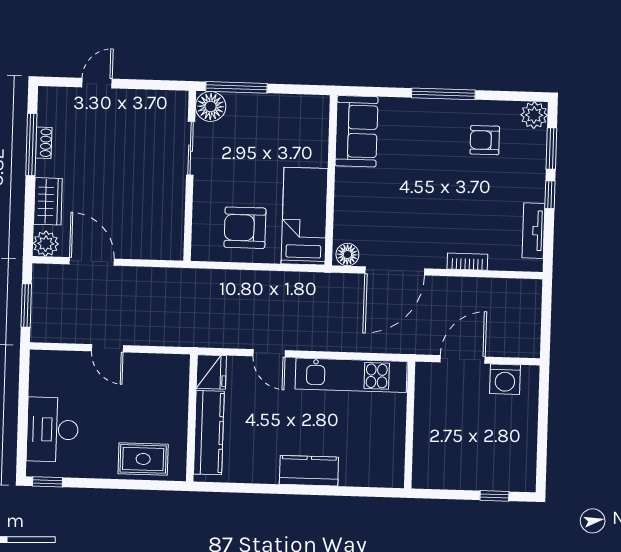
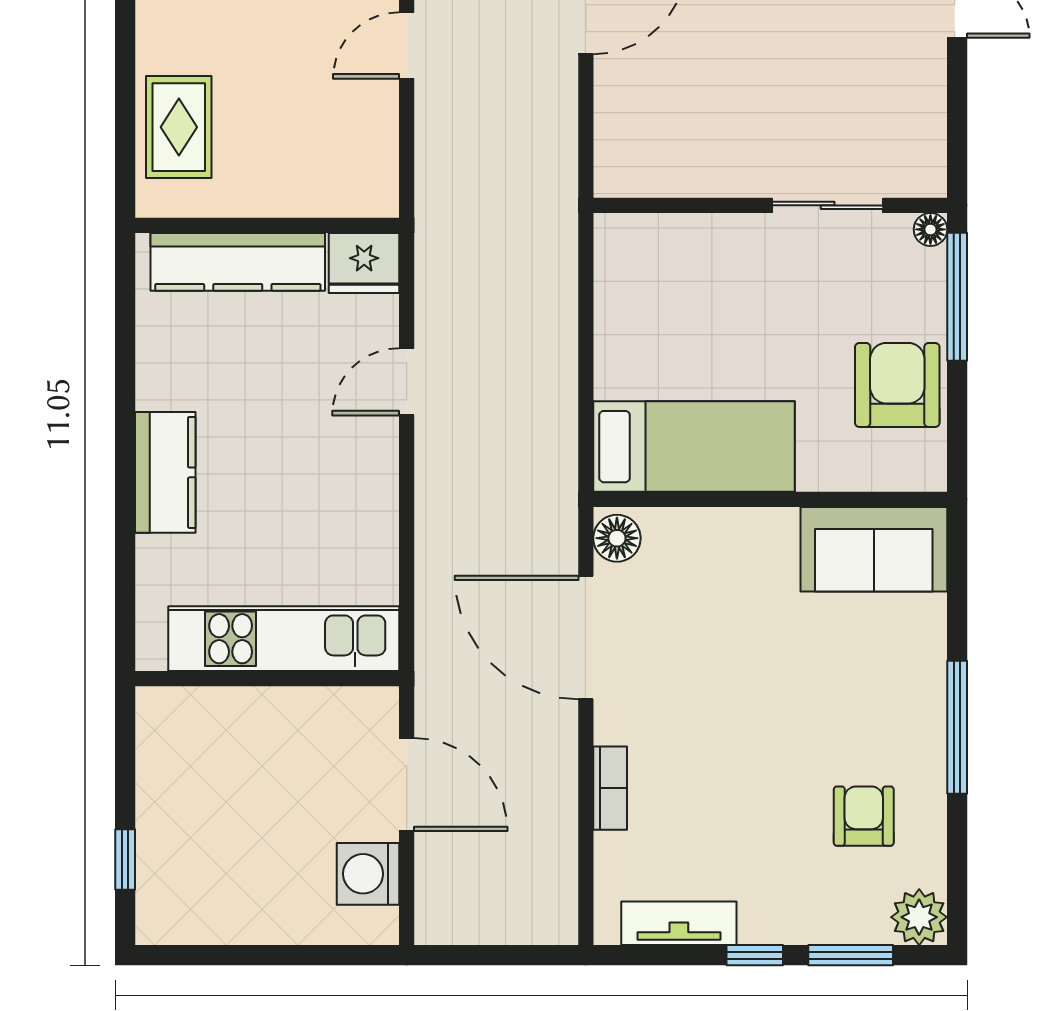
floor lamp: (211, 106) -> (930, 229), width x0.53, depth x0.53
armchair: (245, 228) -> (897, 385), moved
kitchen unit: (351, 375) -> (284, 639), moved, turned 90

